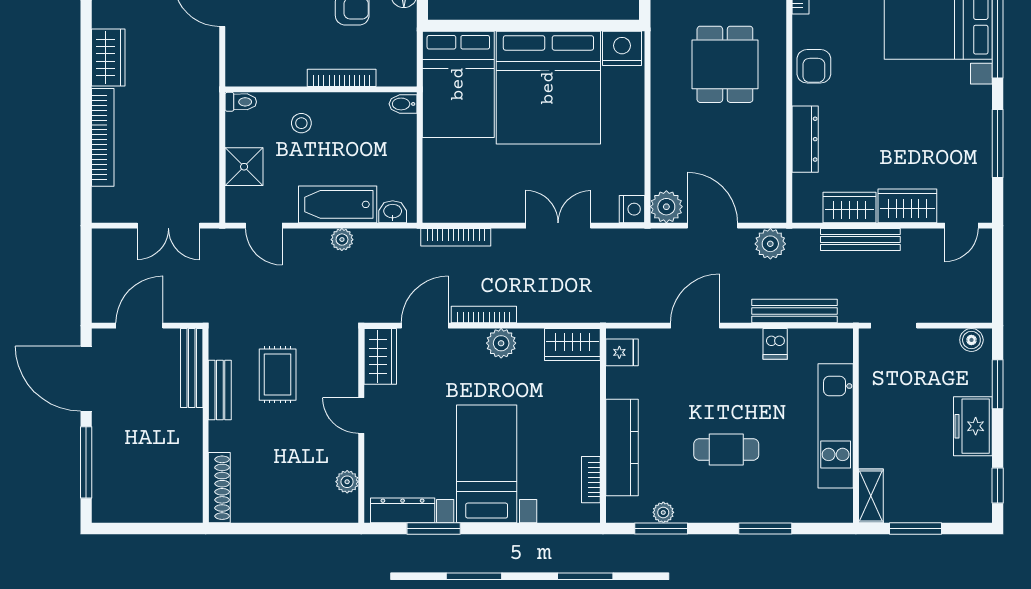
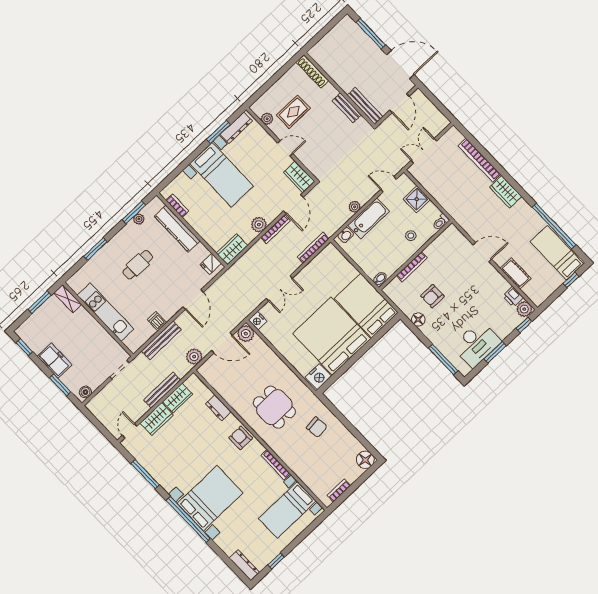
dresser: (805, 139) -> (218, 408), width x0.70
rug: (278, 375) -> (293, 112), moved, turned 90

